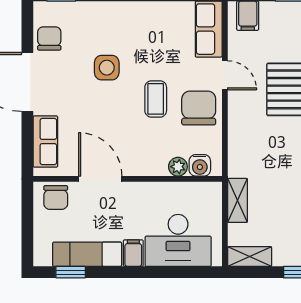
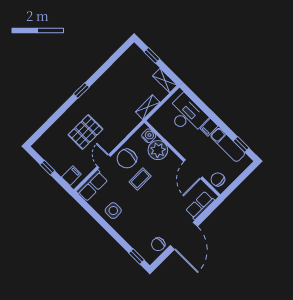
side table: (107, 68) -> (113, 211), moved
plant: (178, 167) -> (158, 150), width x1.88, depth x1.88
chair: (56, 197) -> (218, 179), turned -90

